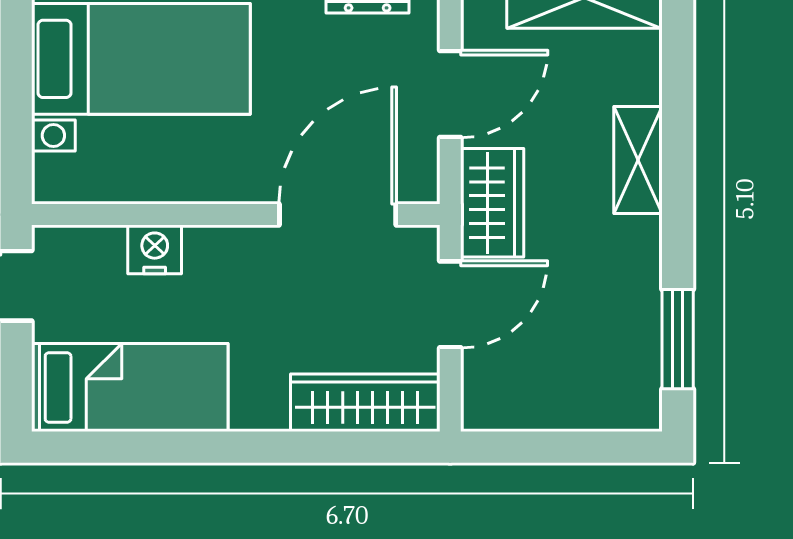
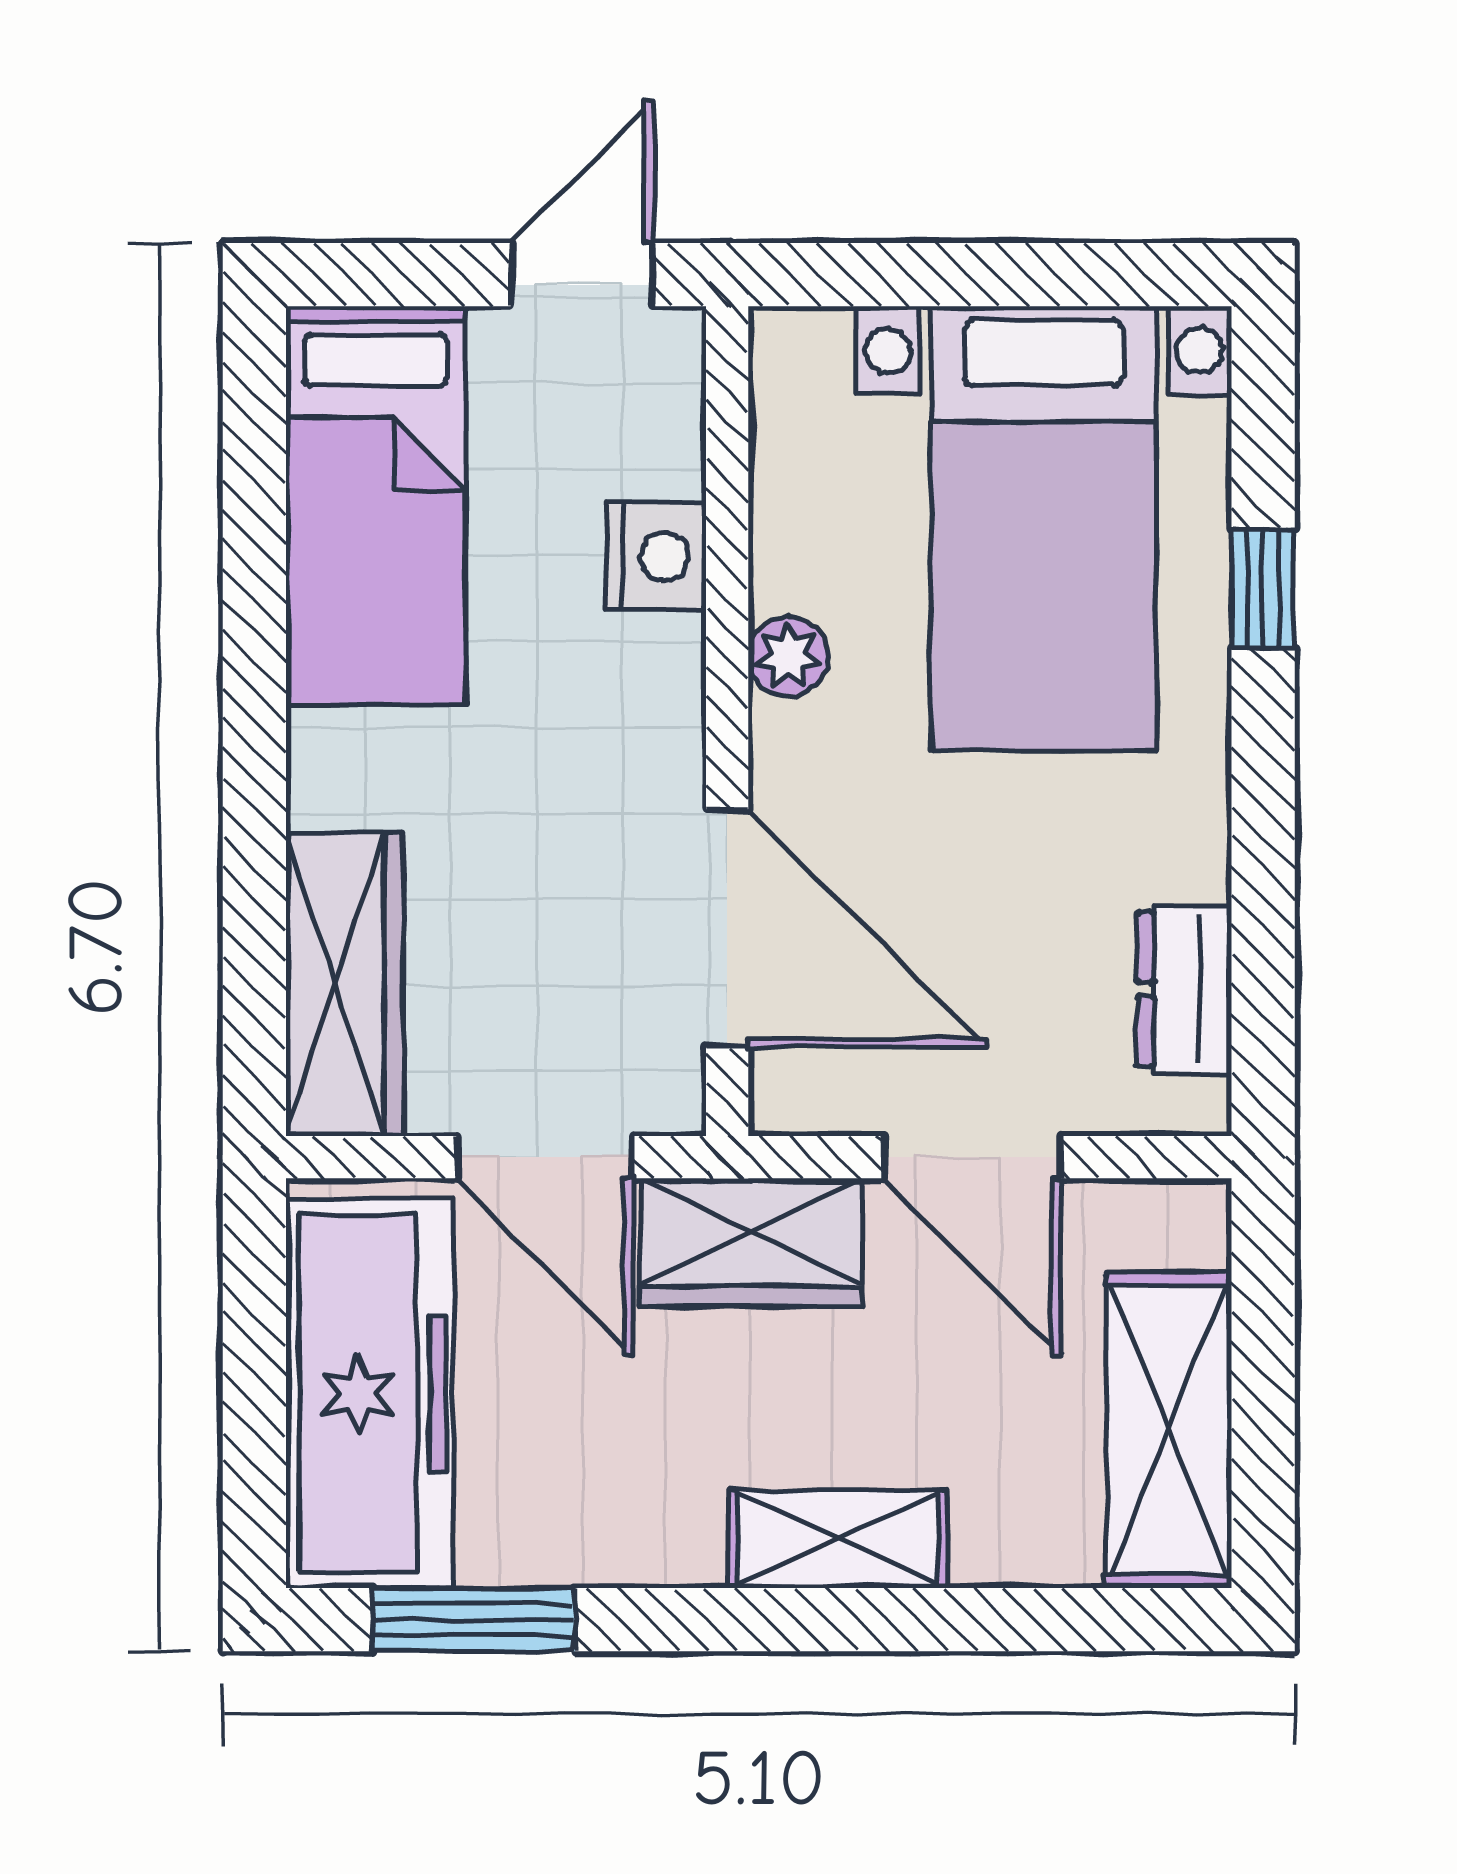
plant: (204, 185) -> (788, 656), added
freezer: (566, 391) -> (369, 1393), added

